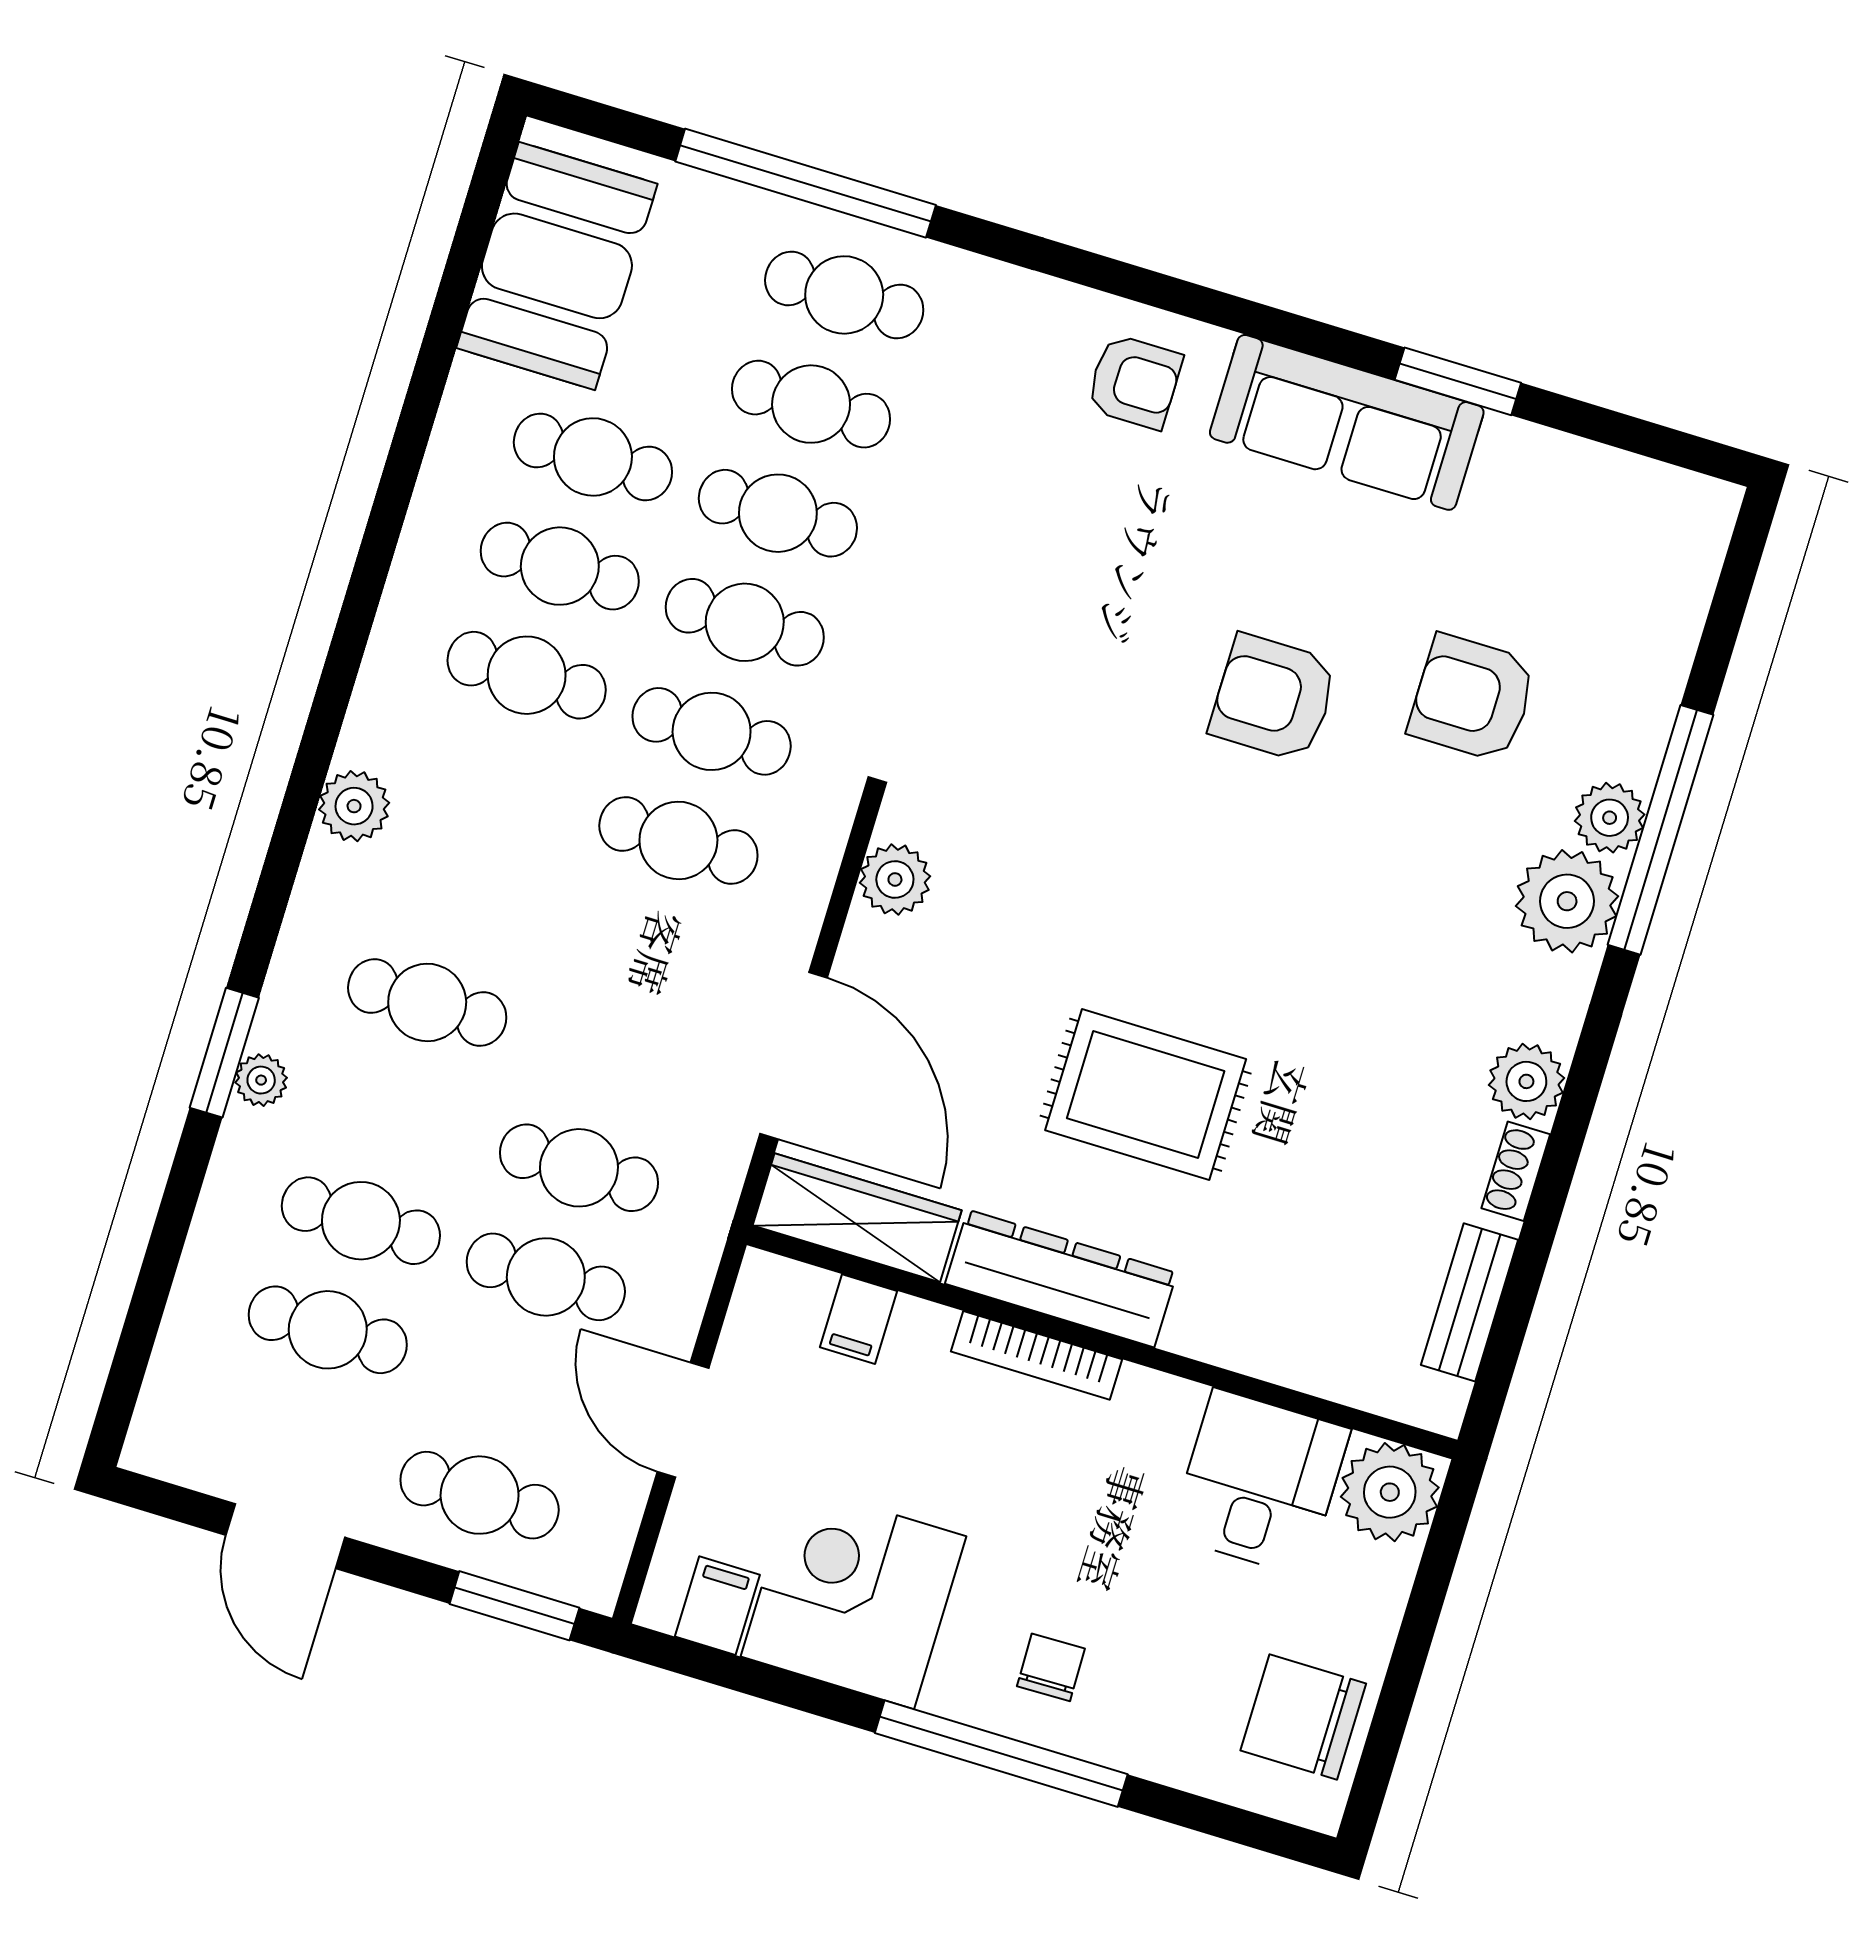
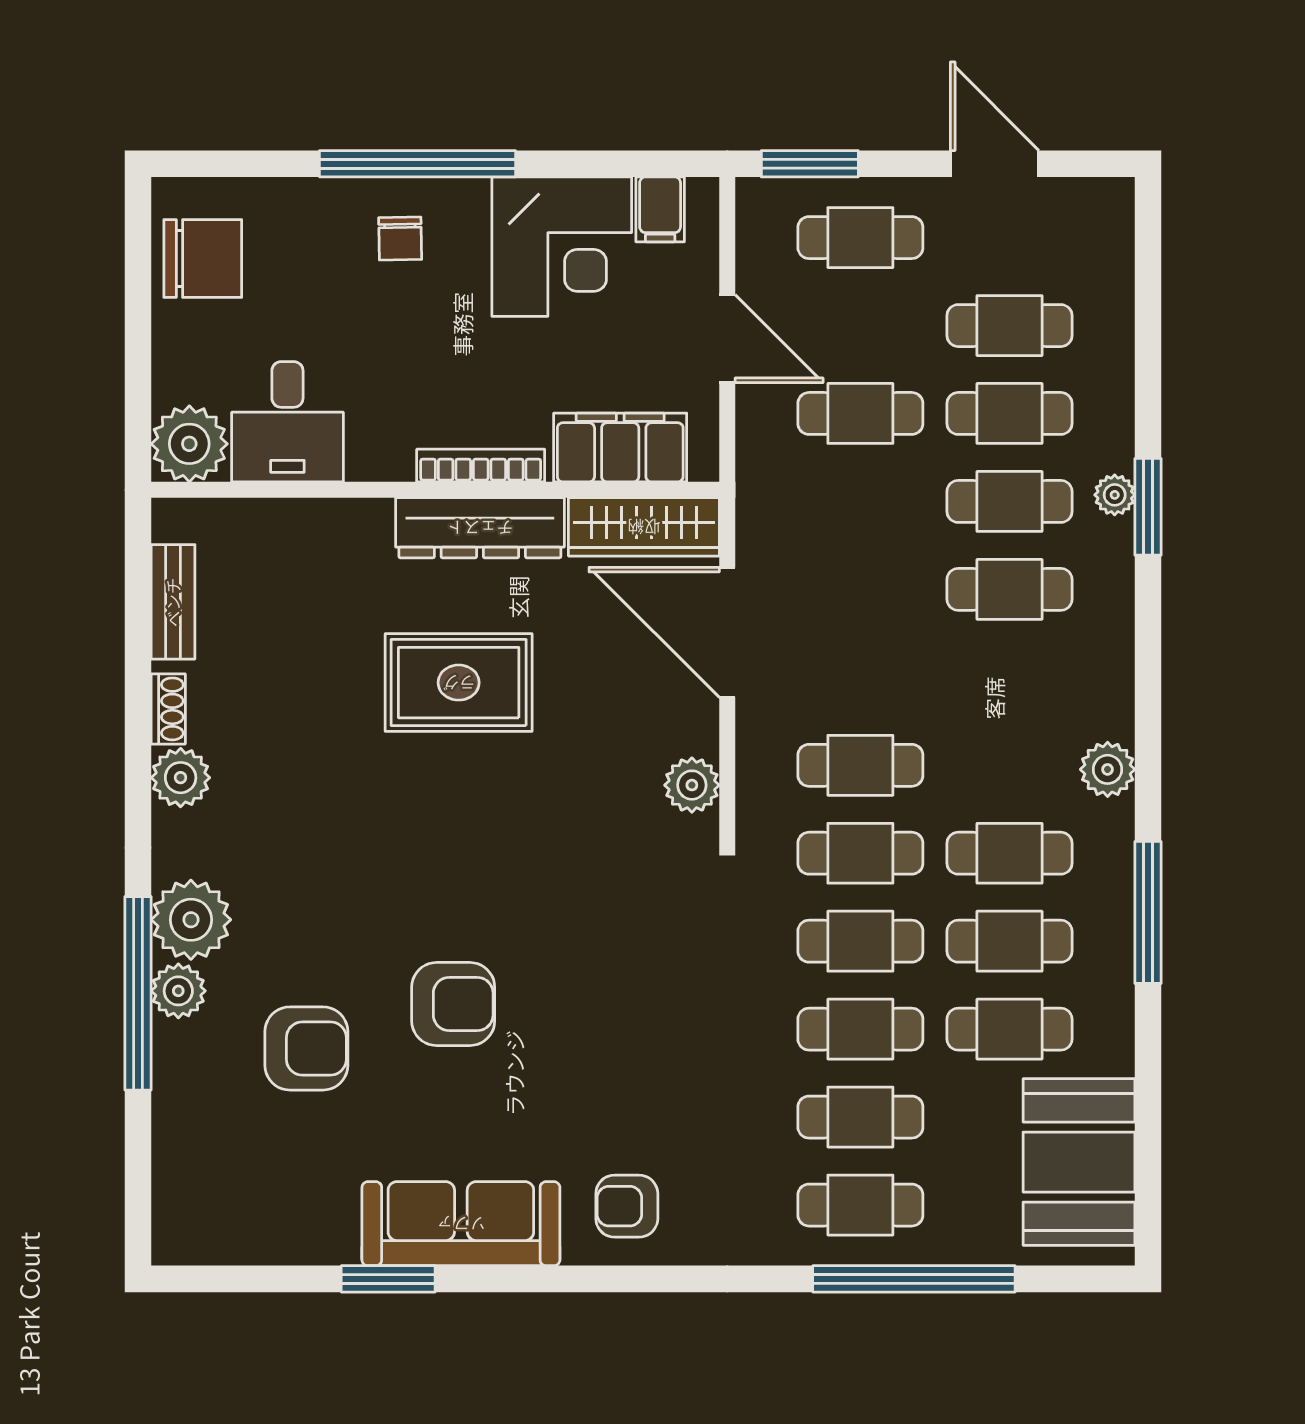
window: (377, 550) -> (1148, 912), added
plant: (354, 806) -> (1108, 769), moved
cafe table: (579, 1168) -> (1009, 501), moved
filing cabinet: (858, 1319) -> (620, 448), width x3.00, depth x1.17

